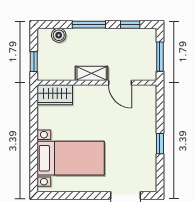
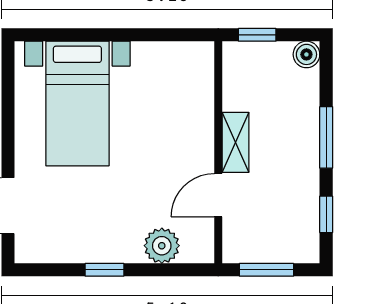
boiler: (59, 35) -> (306, 54), moved
wardrobe: (55, 95) -> (195, 74), removed
plant: (147, 113) -> (162, 246), added

